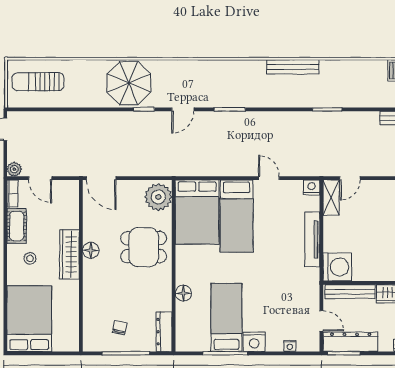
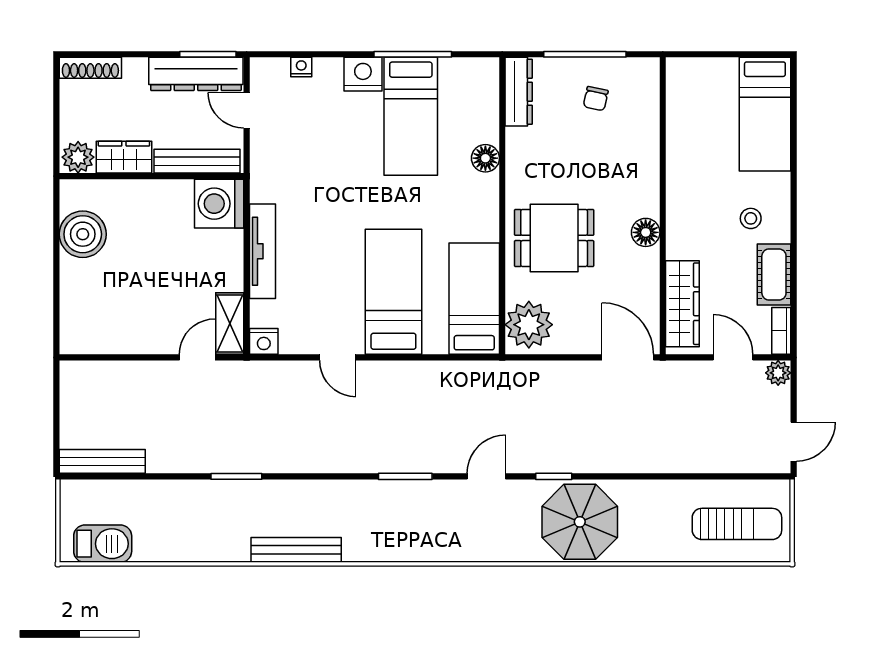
bed: (197, 212) -> (474, 299), width x0.67
wardrobe: (70, 254) -> (682, 304), moved
bed: (29, 319) -> (765, 114), width x0.67

